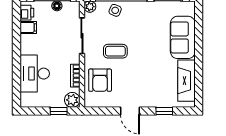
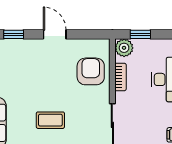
coffee table: (115, 51) -> (50, 120), moved

